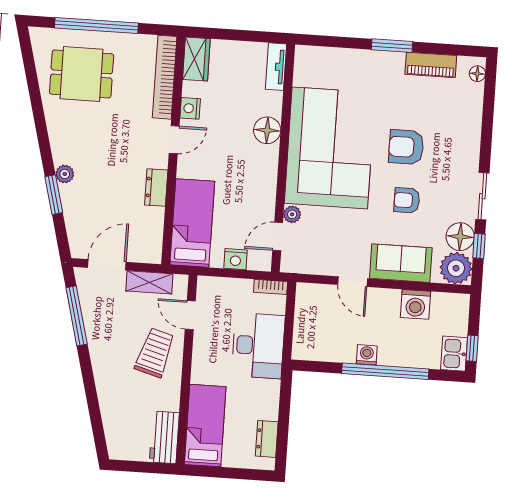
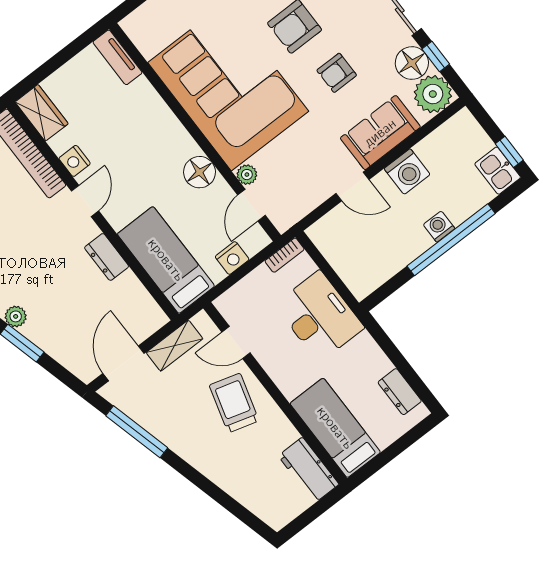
floor lamp: (267, 130) -> (200, 172), moved
washing machine: (415, 304) -> (407, 172), moved
washing machine: (367, 355) -> (439, 227), moved

